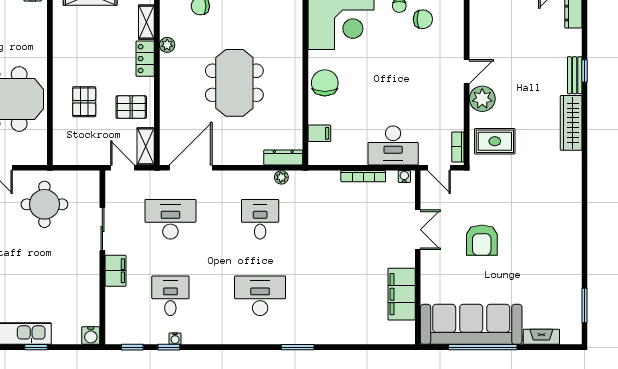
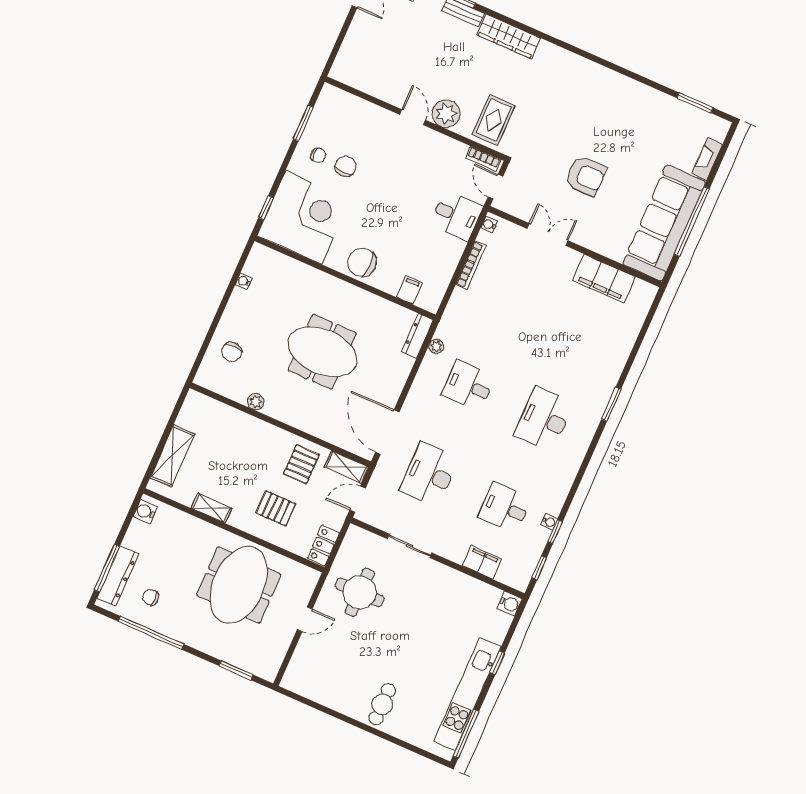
chair: (423, 19) -> (345, 166), moved
shelving: (146, 22) -> (211, 508), moved
locker: (145, 59) -> (323, 546), moved, turned 90
desk: (393, 145) -> (456, 215), width x0.73
door: (439, 168) -> (496, 187), swing flipped
filing cabinet: (116, 271) -> (482, 562), moved

